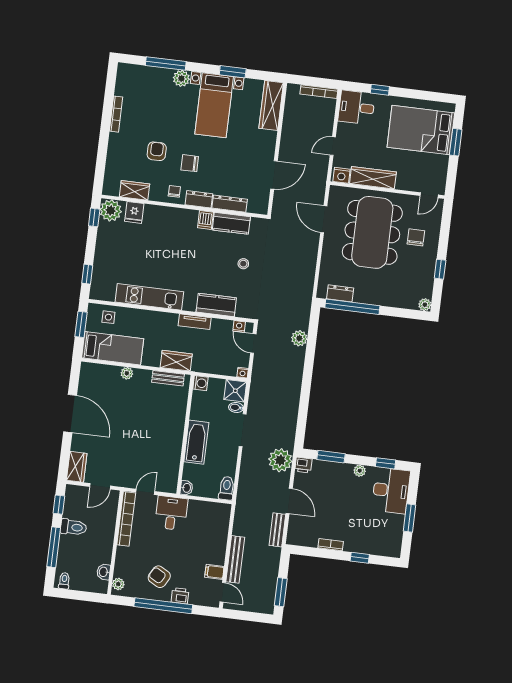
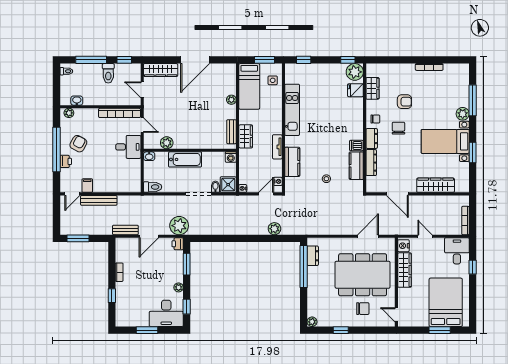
wardrobe: (271, 105) -> (436, 185), moved
plant: (172, 463) -> (167, 143), added
wardrobe: (77, 467) -> (161, 70), width x1.50

